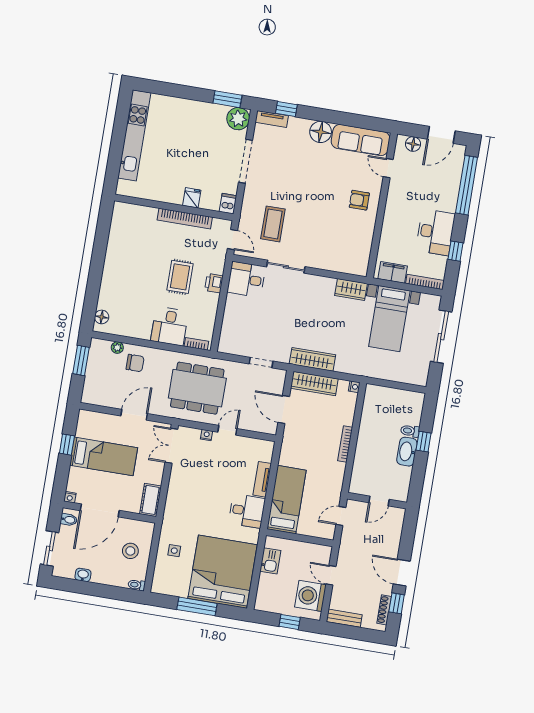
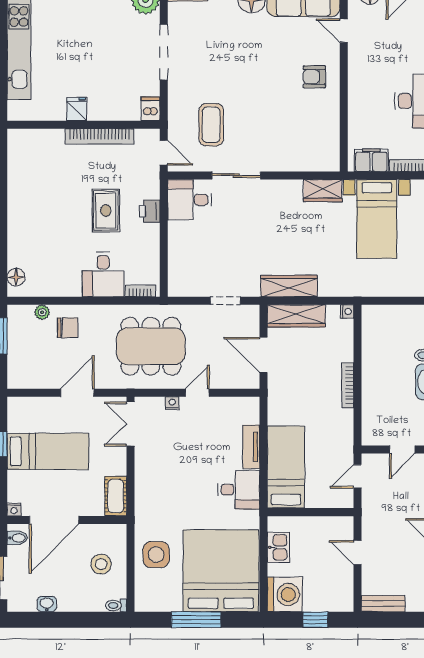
fridge: (192, 198) -> (77, 109), moved
side table: (174, 551) -> (156, 555), width x1.87, depth x1.87
washing machine: (310, 596) -> (285, 595), moved, turned 180

